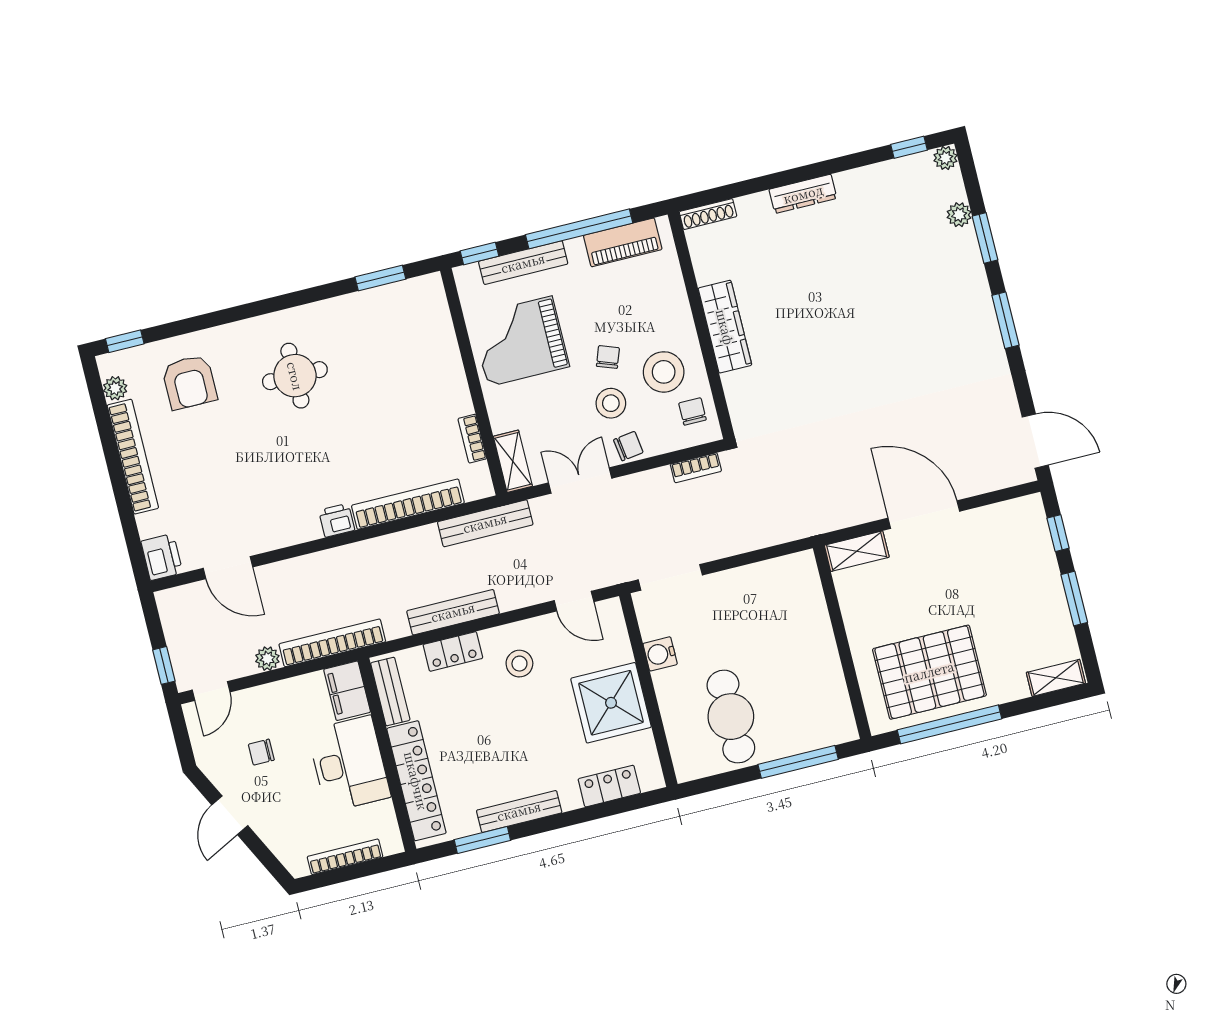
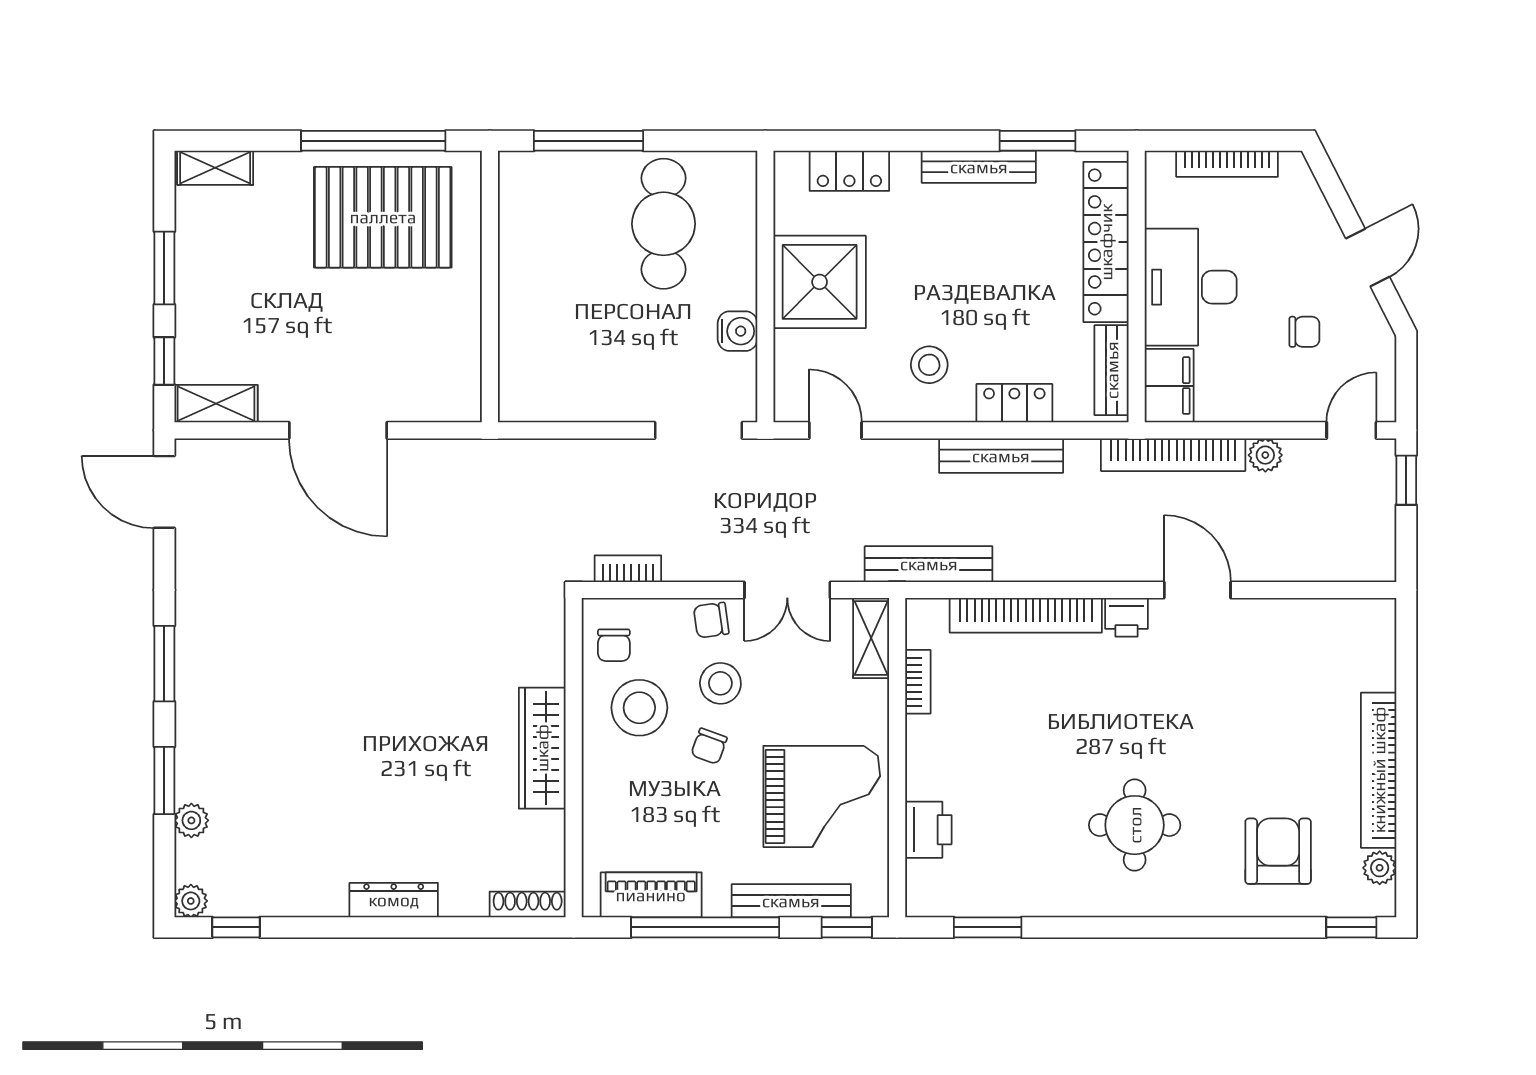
shelving: (857, 551) -> (216, 404), moved
printer: (162, 557) -> (928, 830), moved, turned 180
door: (228, 568) -> (1197, 590), moved

